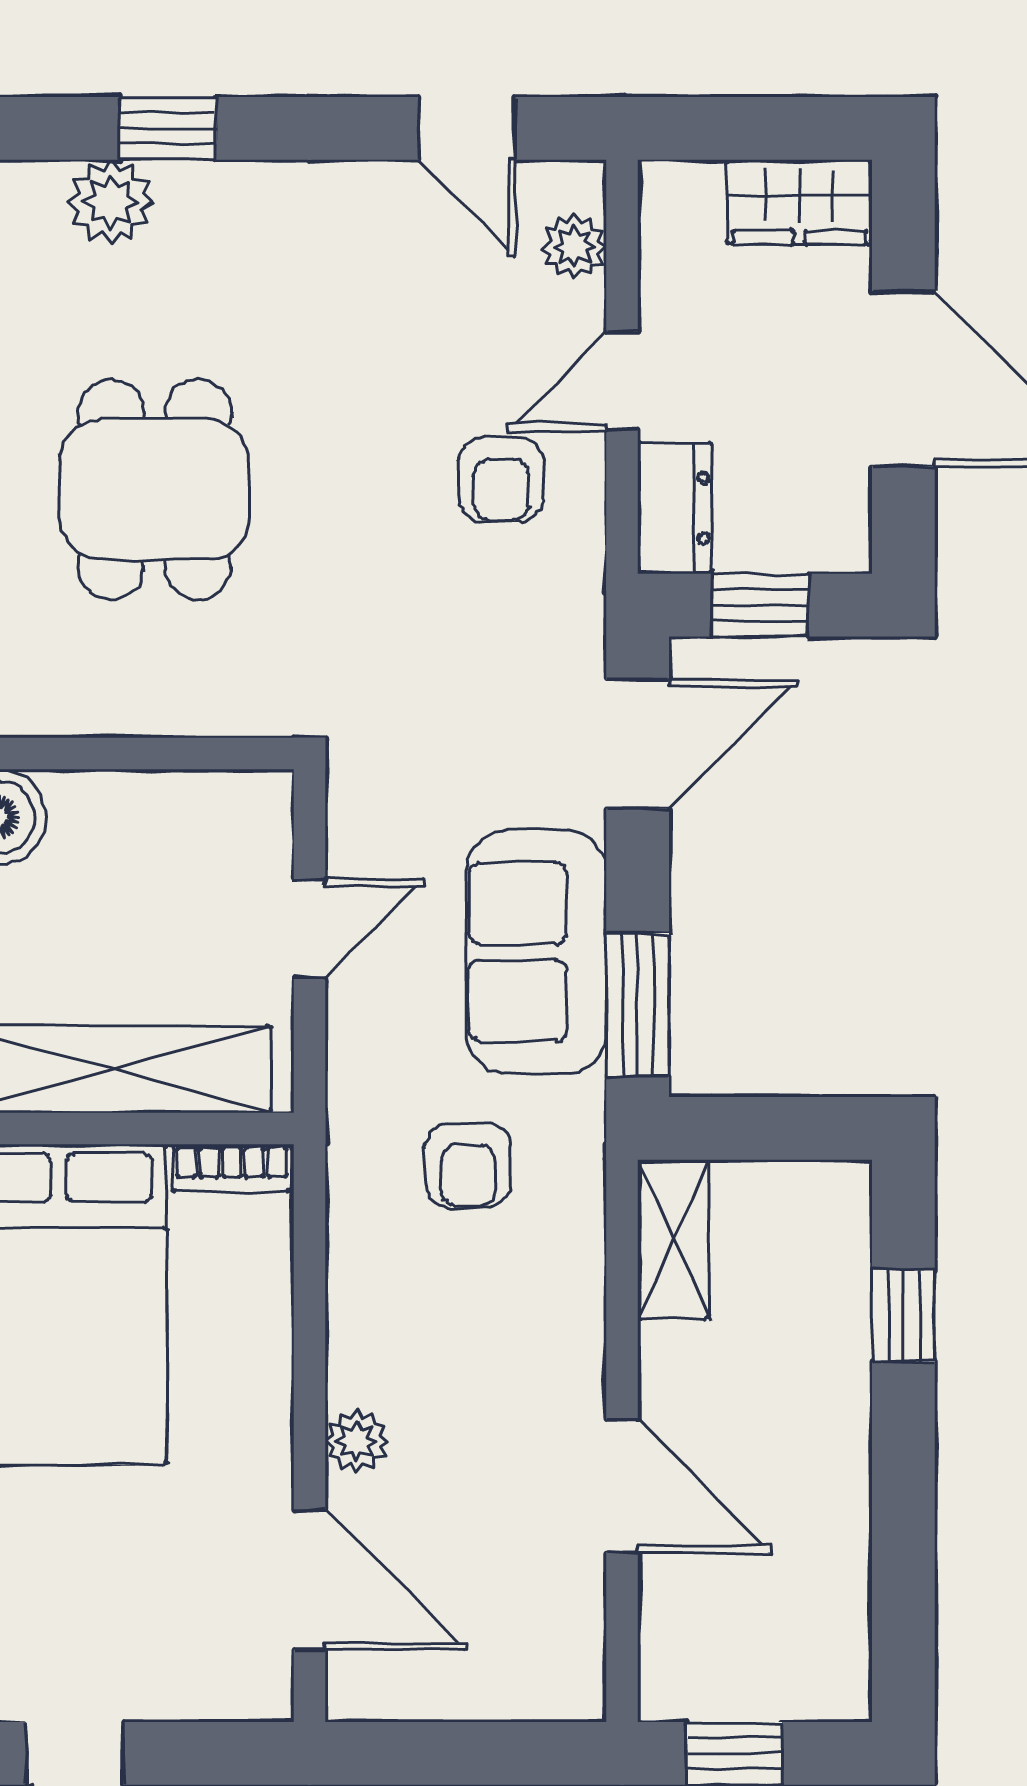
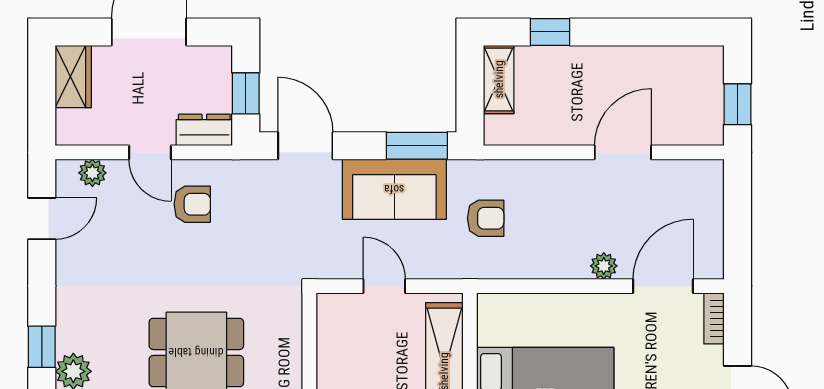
bookcase: (232, 1168) -> (714, 319), moved, turned 180
shelving: (673, 1239) -> (499, 79), moved, turned 90

